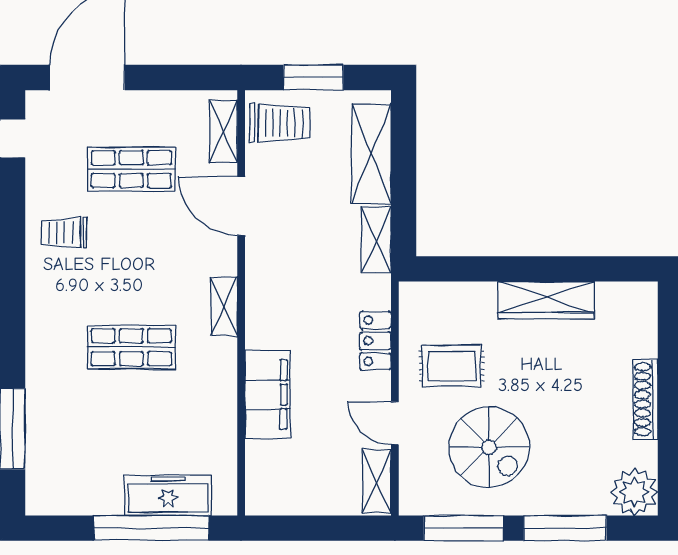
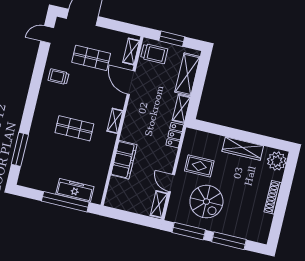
locker: (375, 341) -> (175, 135), moved
plant: (634, 492) -> (277, 161), moved

